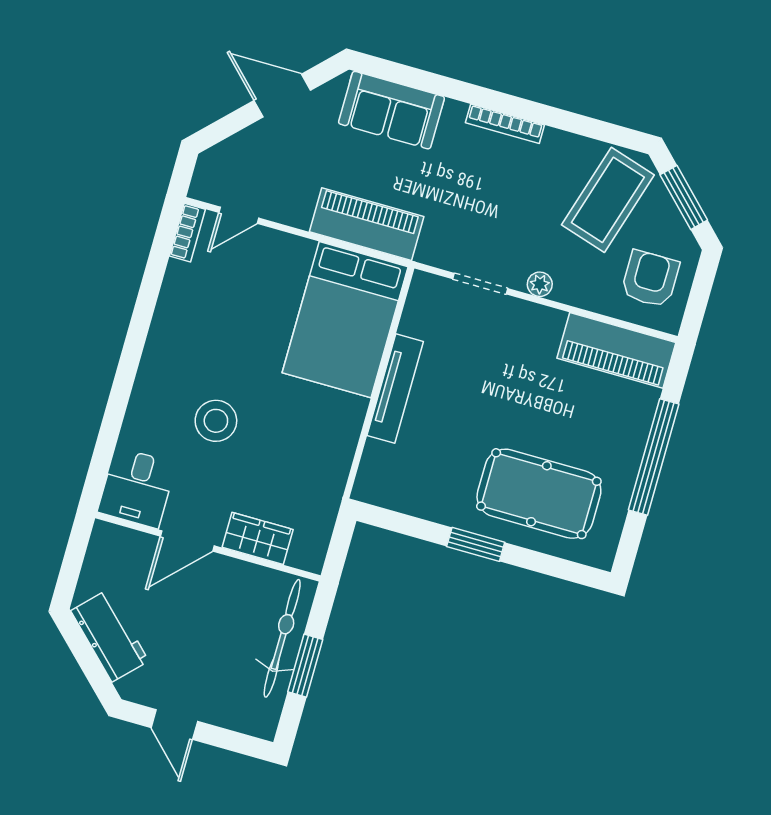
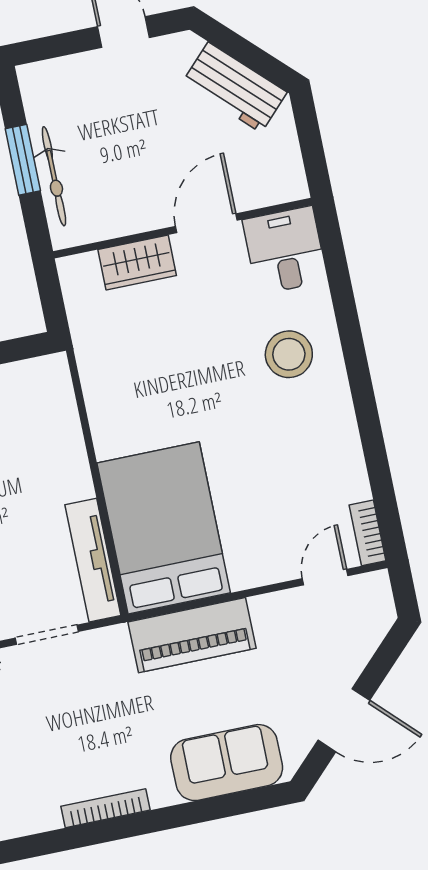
tv unit: (395, 389) -> (93, 560), moved
stool: (216, 421) -> (289, 354), moved
bicycle: (282, 638) -> (54, 176), width x0.73, depth x0.71

